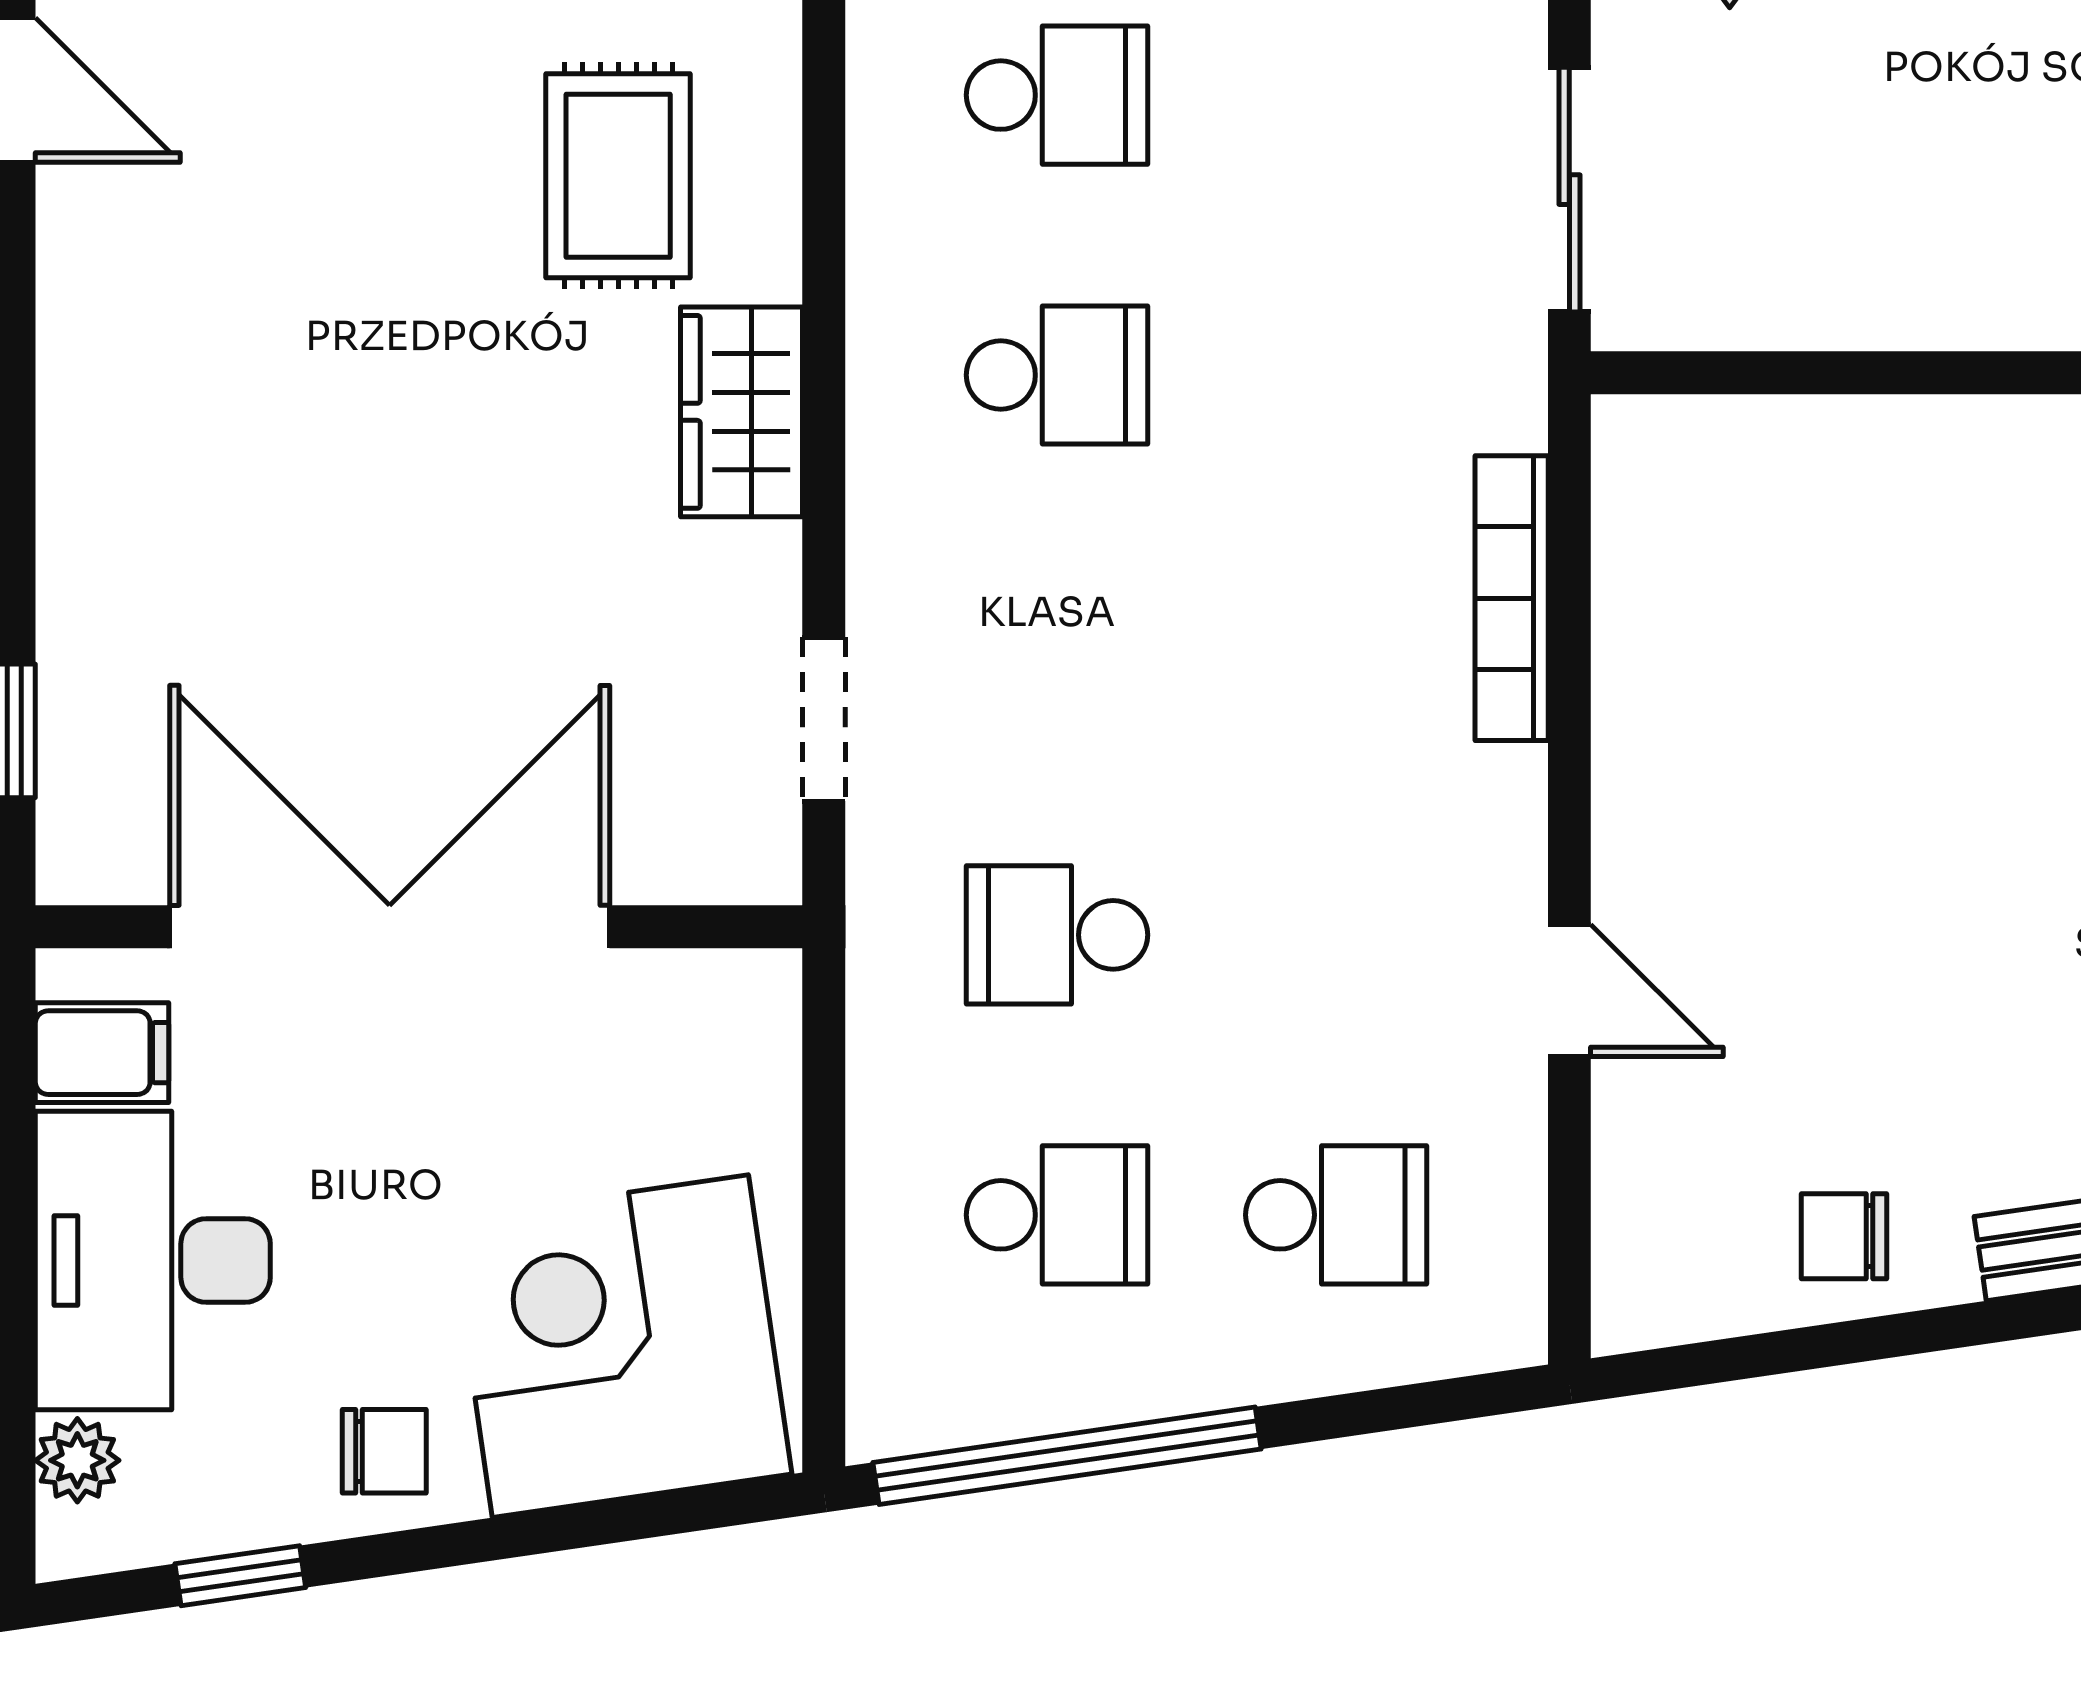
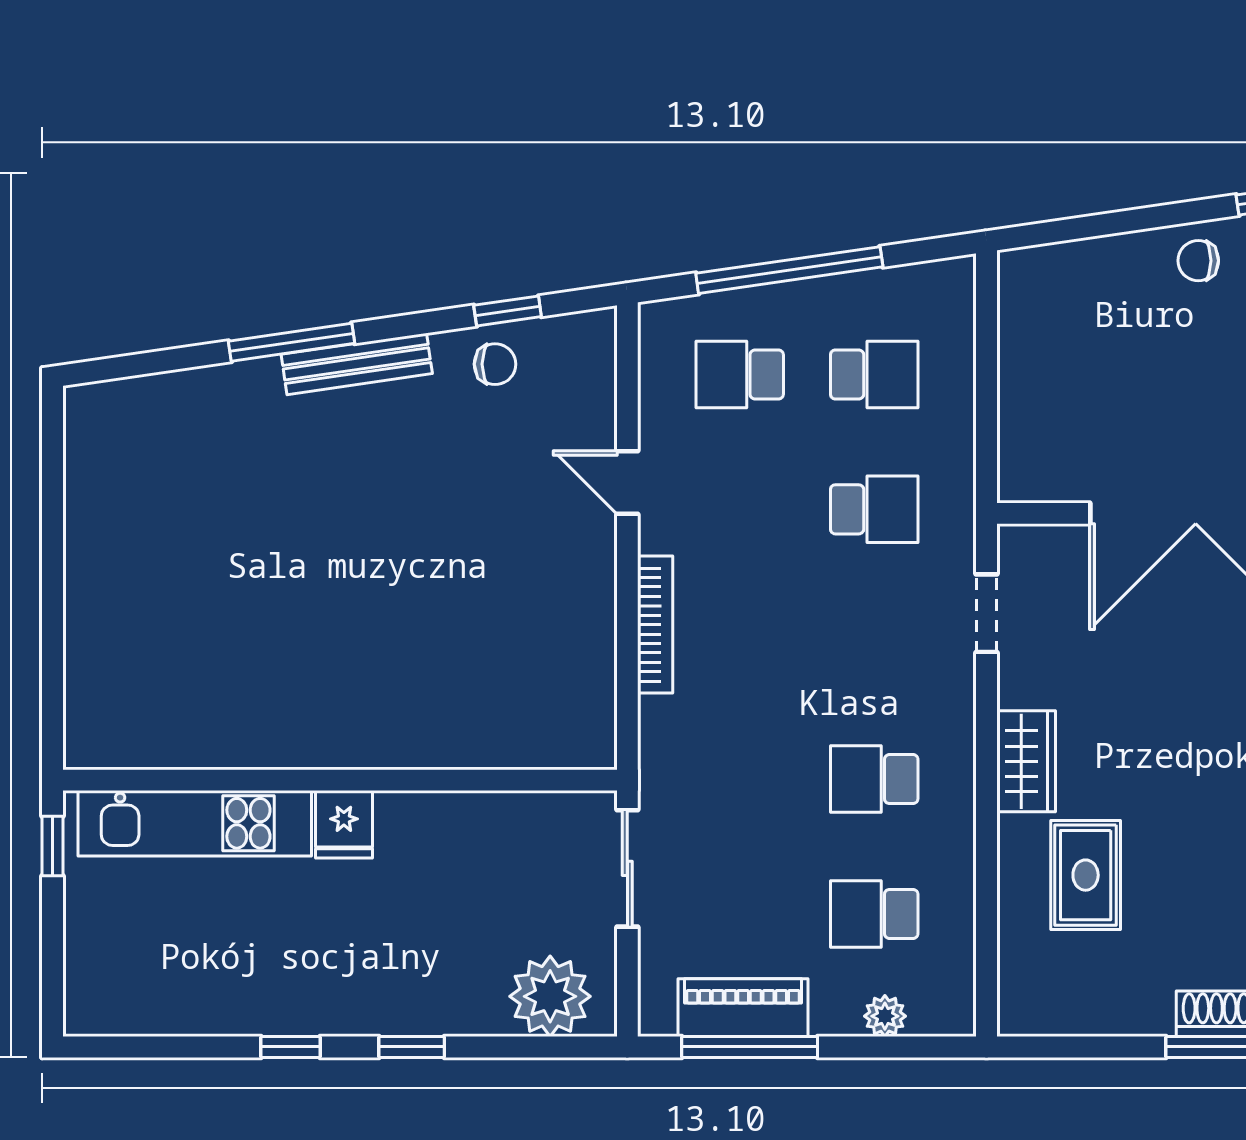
bookcase: (1512, 598) -> (655, 625), moved
school desk: (1057, 1215) -> (874, 374), turned 180
corner desk: (620, 1346) -> (1084, 311), removed
window: (1818, 1347) -> (508, 311), added
window: (1067, 1456) -> (789, 270), moved

